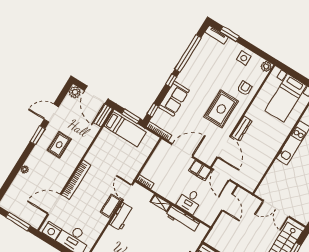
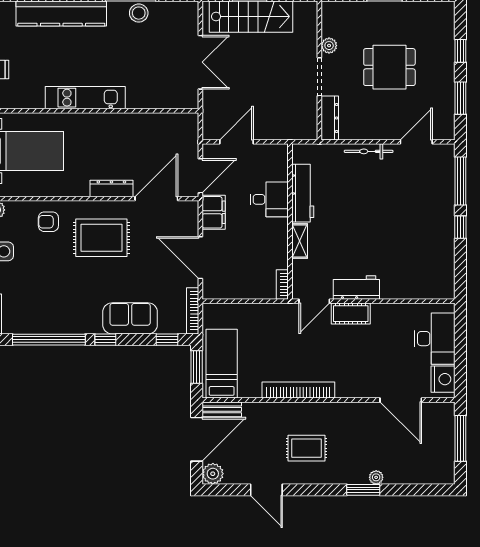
window: (38, 135) -> (363, 490), moved
bookcase: (76, 180) -> (298, 390), moved

